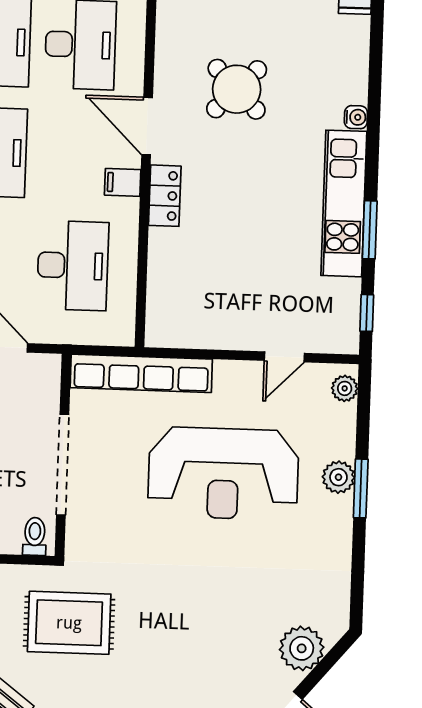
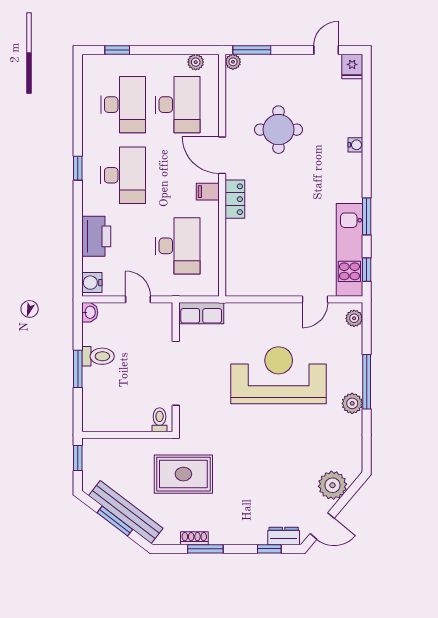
round table: (237, 89) -> (279, 130), turned 45
kitchen unit: (344, 203) -> (349, 250), moved
row of seats: (141, 373) -> (201, 313), width x0.50
reception desk: (223, 473) -> (279, 375), turned 180
plant: (338, 477) -> (352, 403), moved
window: (361, 488) -> (367, 382), width x1.44

